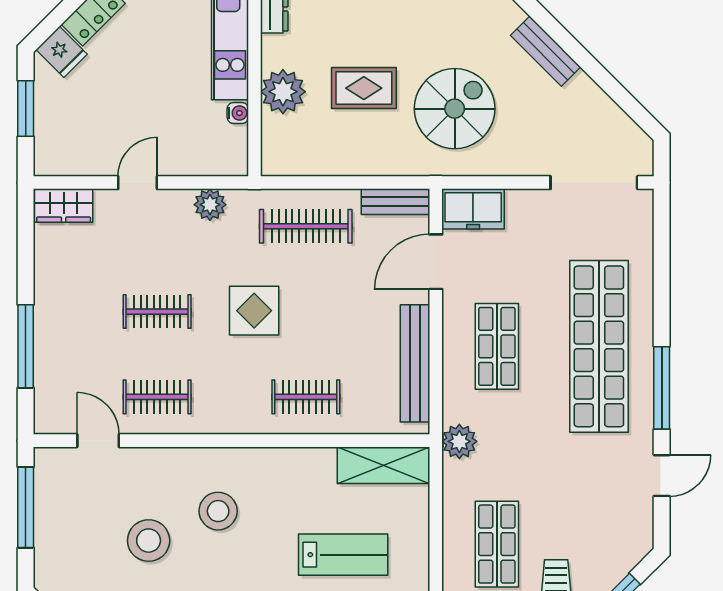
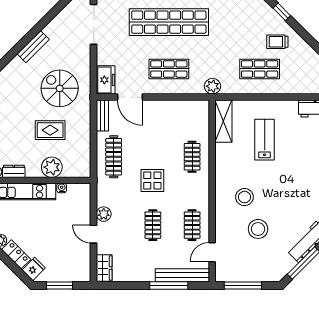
rug: (364, 88) -> (50, 130), turned 90
plant: (210, 205) -> (104, 214), moved
bench: (415, 363) -> (182, 275), moved

